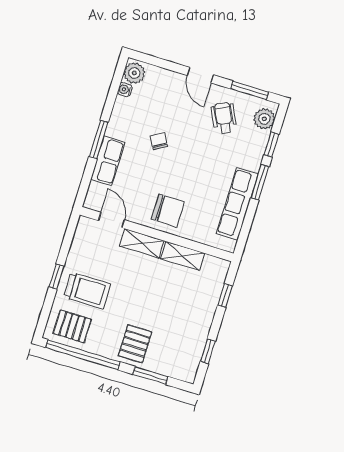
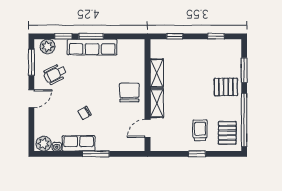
row of seats: (108, 161) -> (79, 143), moved
row of seats: (237, 204) -> (92, 47), moved
trolley: (87, 291) -> (200, 130), width x0.73, depth x0.72

